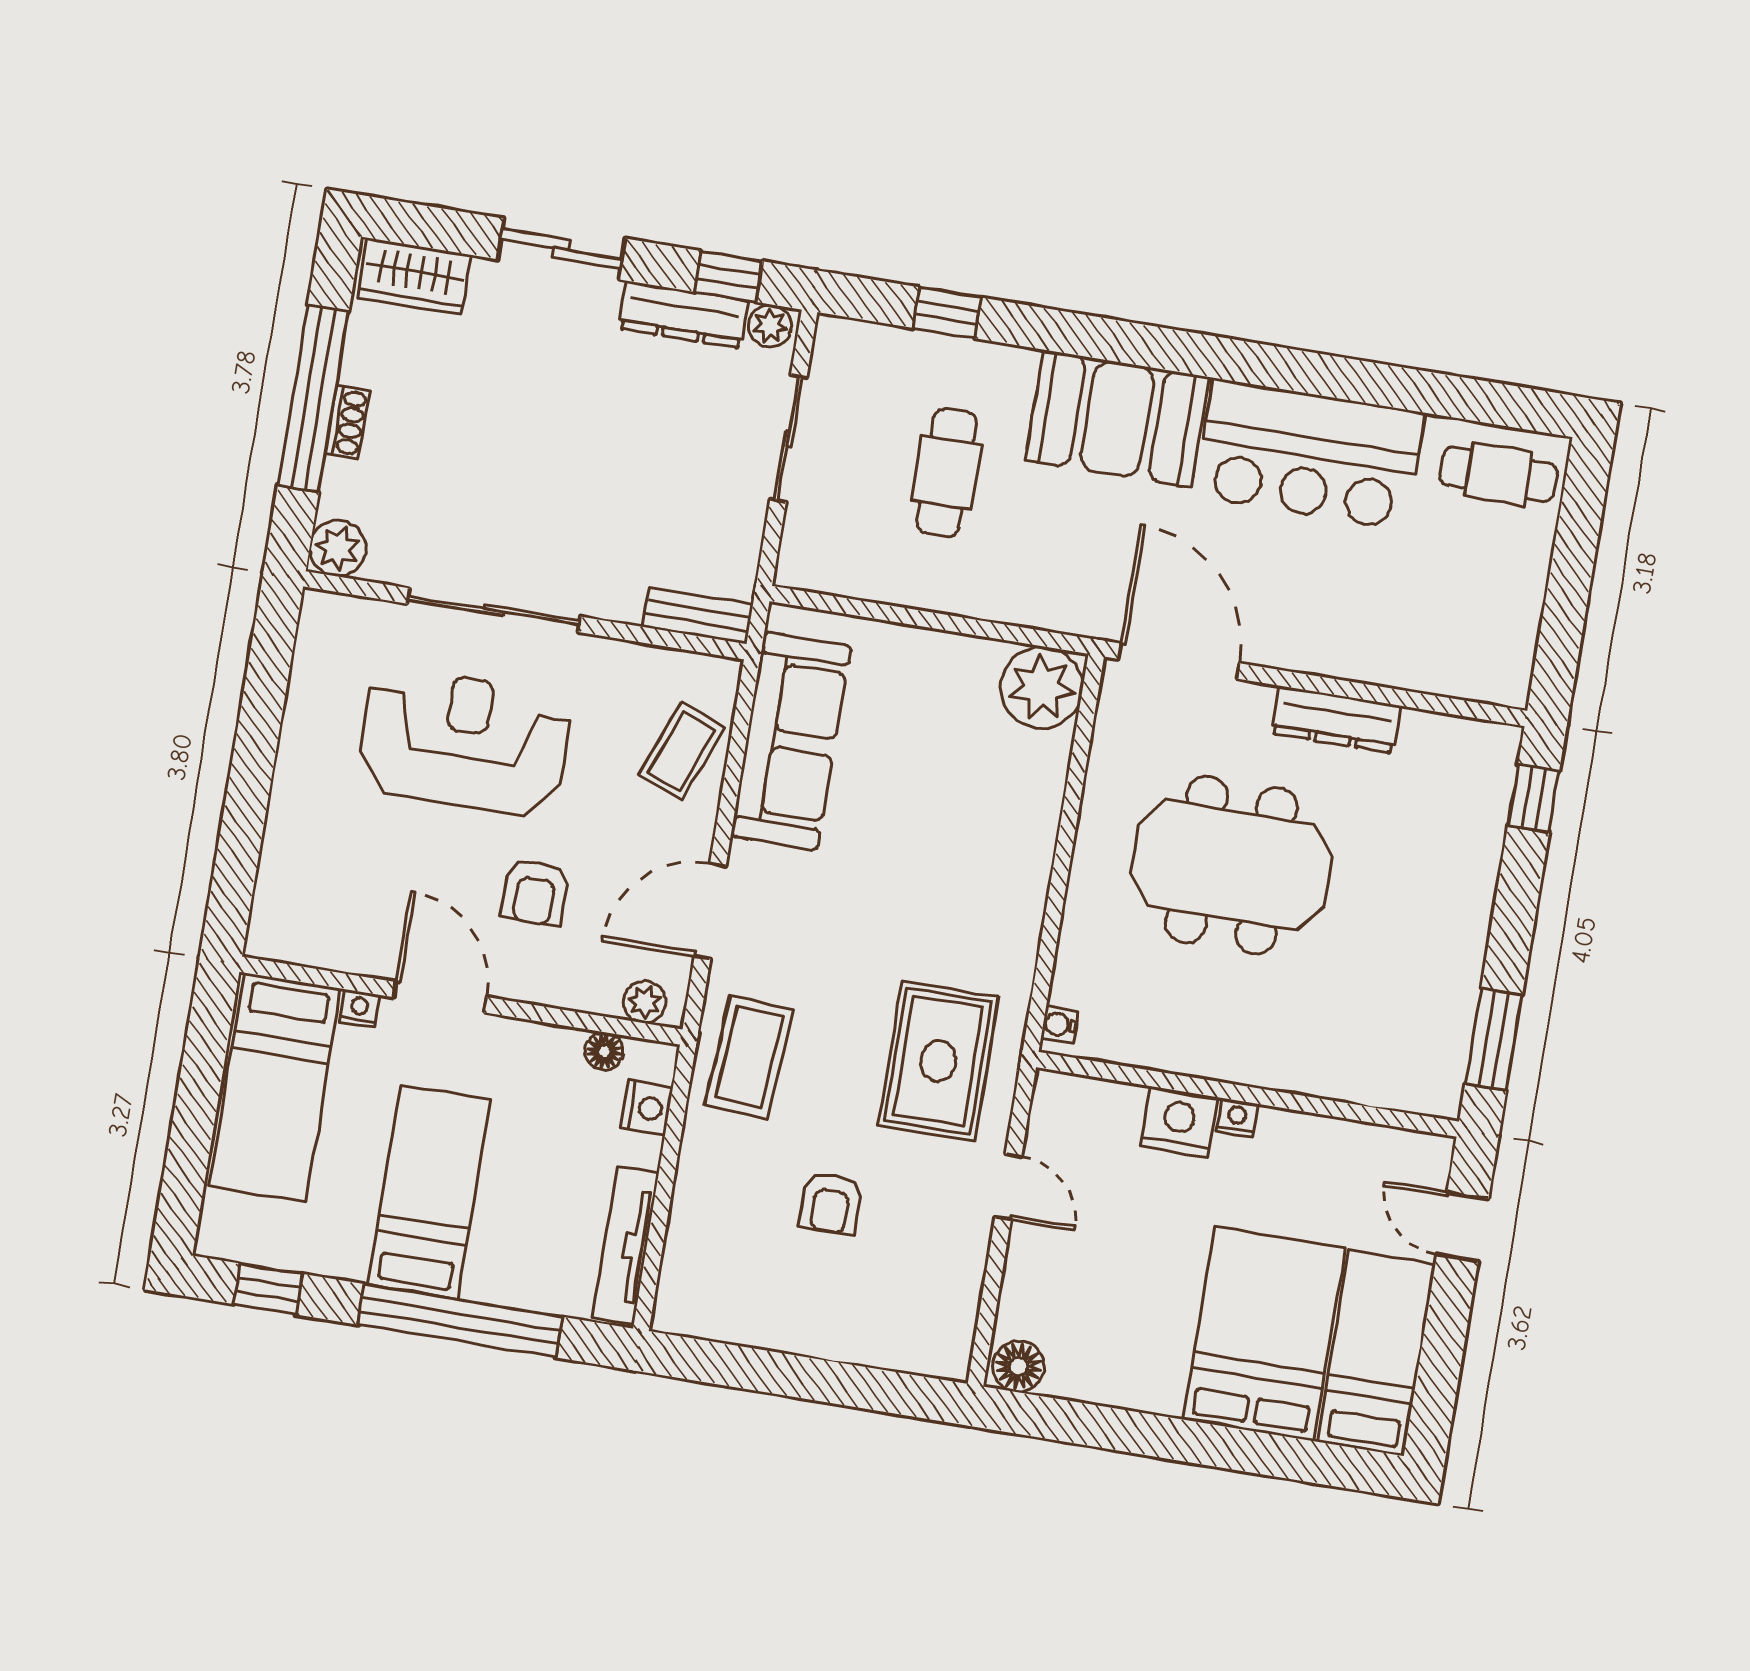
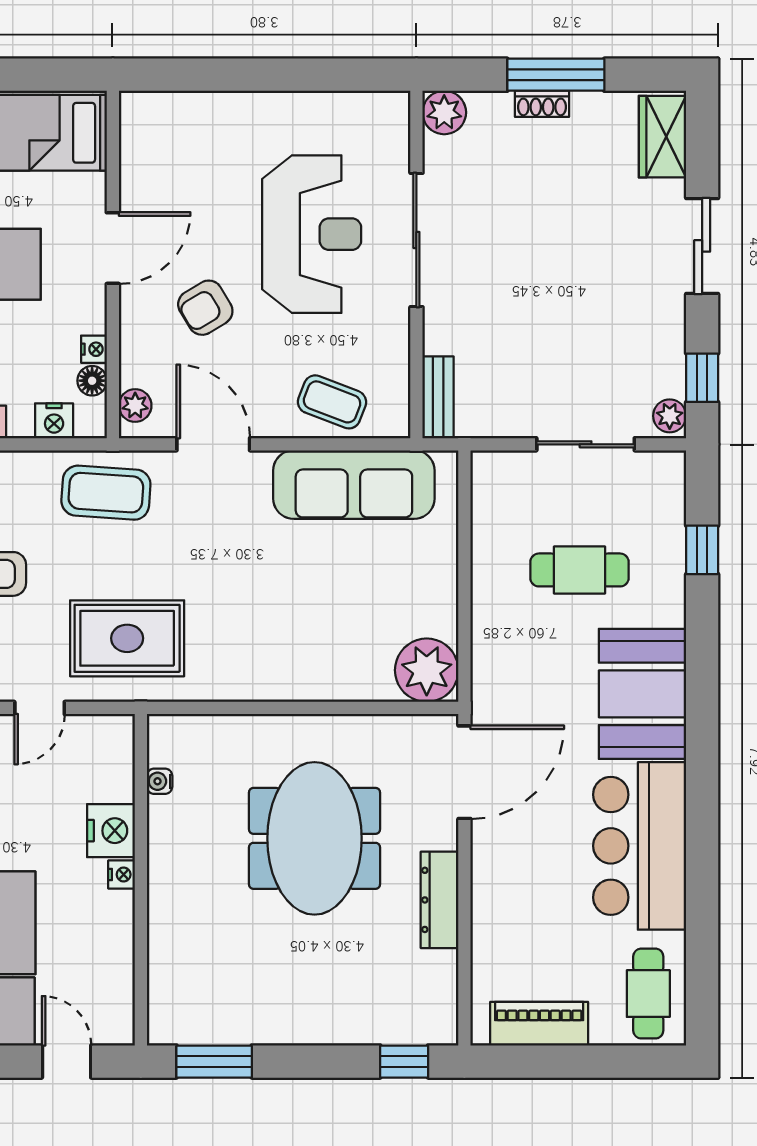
dresser: (683, 315) -> (667, 348), removed
window: (313, 399) -> (556, 75), width x0.68
piano: (1514, 619) -> (539, 1024), added
armchair: (535, 892) -> (205, 308), turned -31
nightstand: (359, 1008) -> (94, 349), moved
water cooler: (1060, 1025) -> (160, 781), moved, turned -90
door: (1463, 1227) -> (67, 1062), hinge flipped

